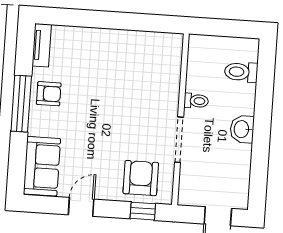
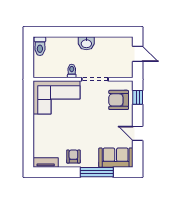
corner sofa: (152, 72) -> (57, 97), added
toilet: (241, 72) -> (40, 46), moved
window: (21, 104) -> (97, 172), moved

